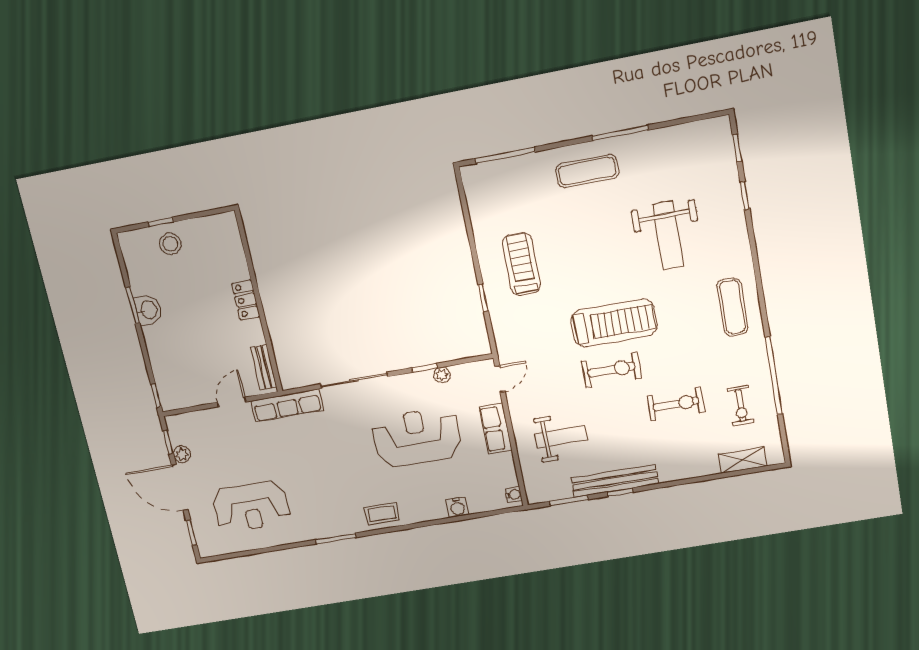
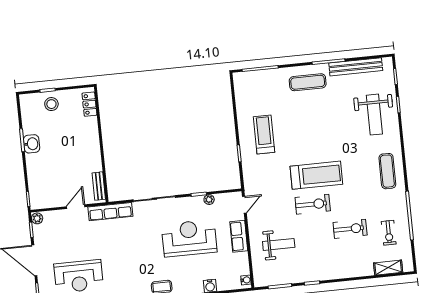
weight bench: (668, 236) -> (374, 115), moved
locker: (246, 300) -> (89, 104), moved
plant: (182, 454) -> (37, 218), moved
bench: (615, 481) -> (356, 67), moved

